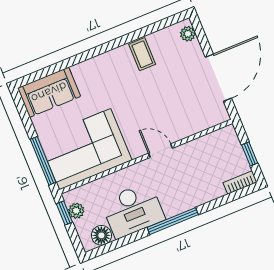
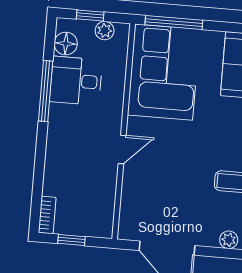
desk: (133, 210) -> (76, 81), width x0.73
window: (64, 213) -> (90, 16), moved
window: (173, 221) -> (46, 91), moved

